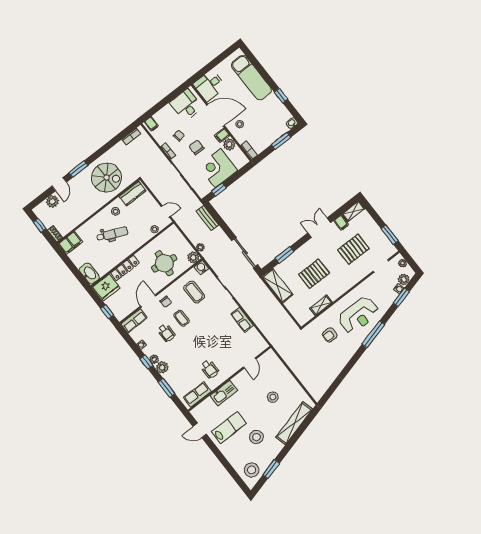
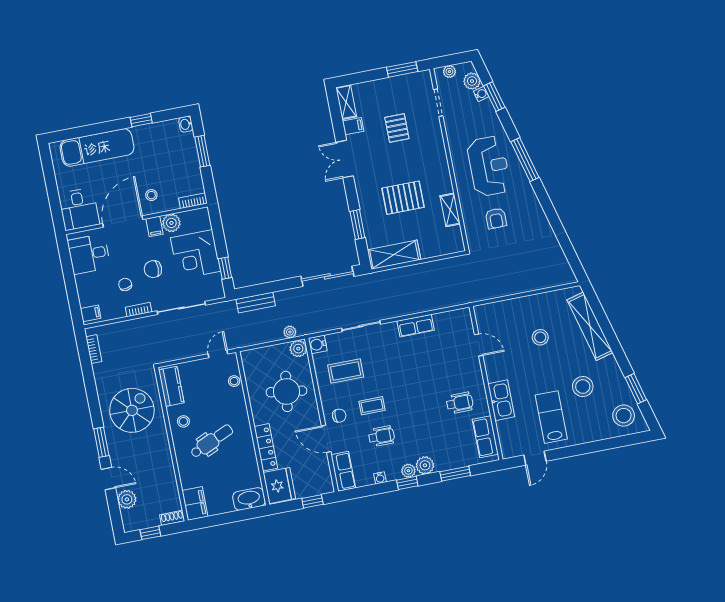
dental chair: (112, 234) -> (212, 441), turned 42
pallet: (353, 249) -> (397, 128), width x0.67, depth x0.71
pallet: (314, 274) -> (403, 198), turned 90

